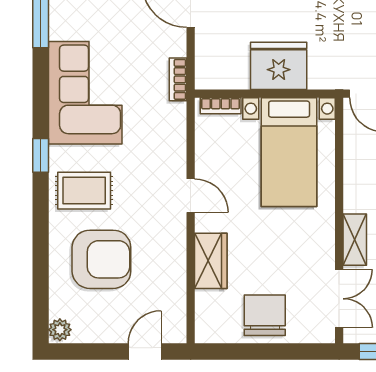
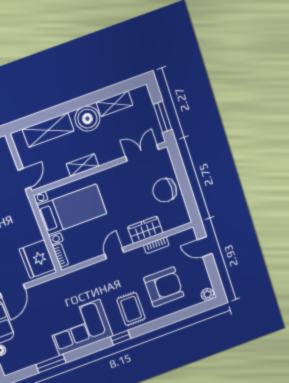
fridge: (279, 66) -> (37, 259), moved
bookcase: (178, 79) -> (156, 245), moved
shelving: (355, 240) -> (82, 165), moved
armchair: (101, 259) -> (164, 287), turned 90

